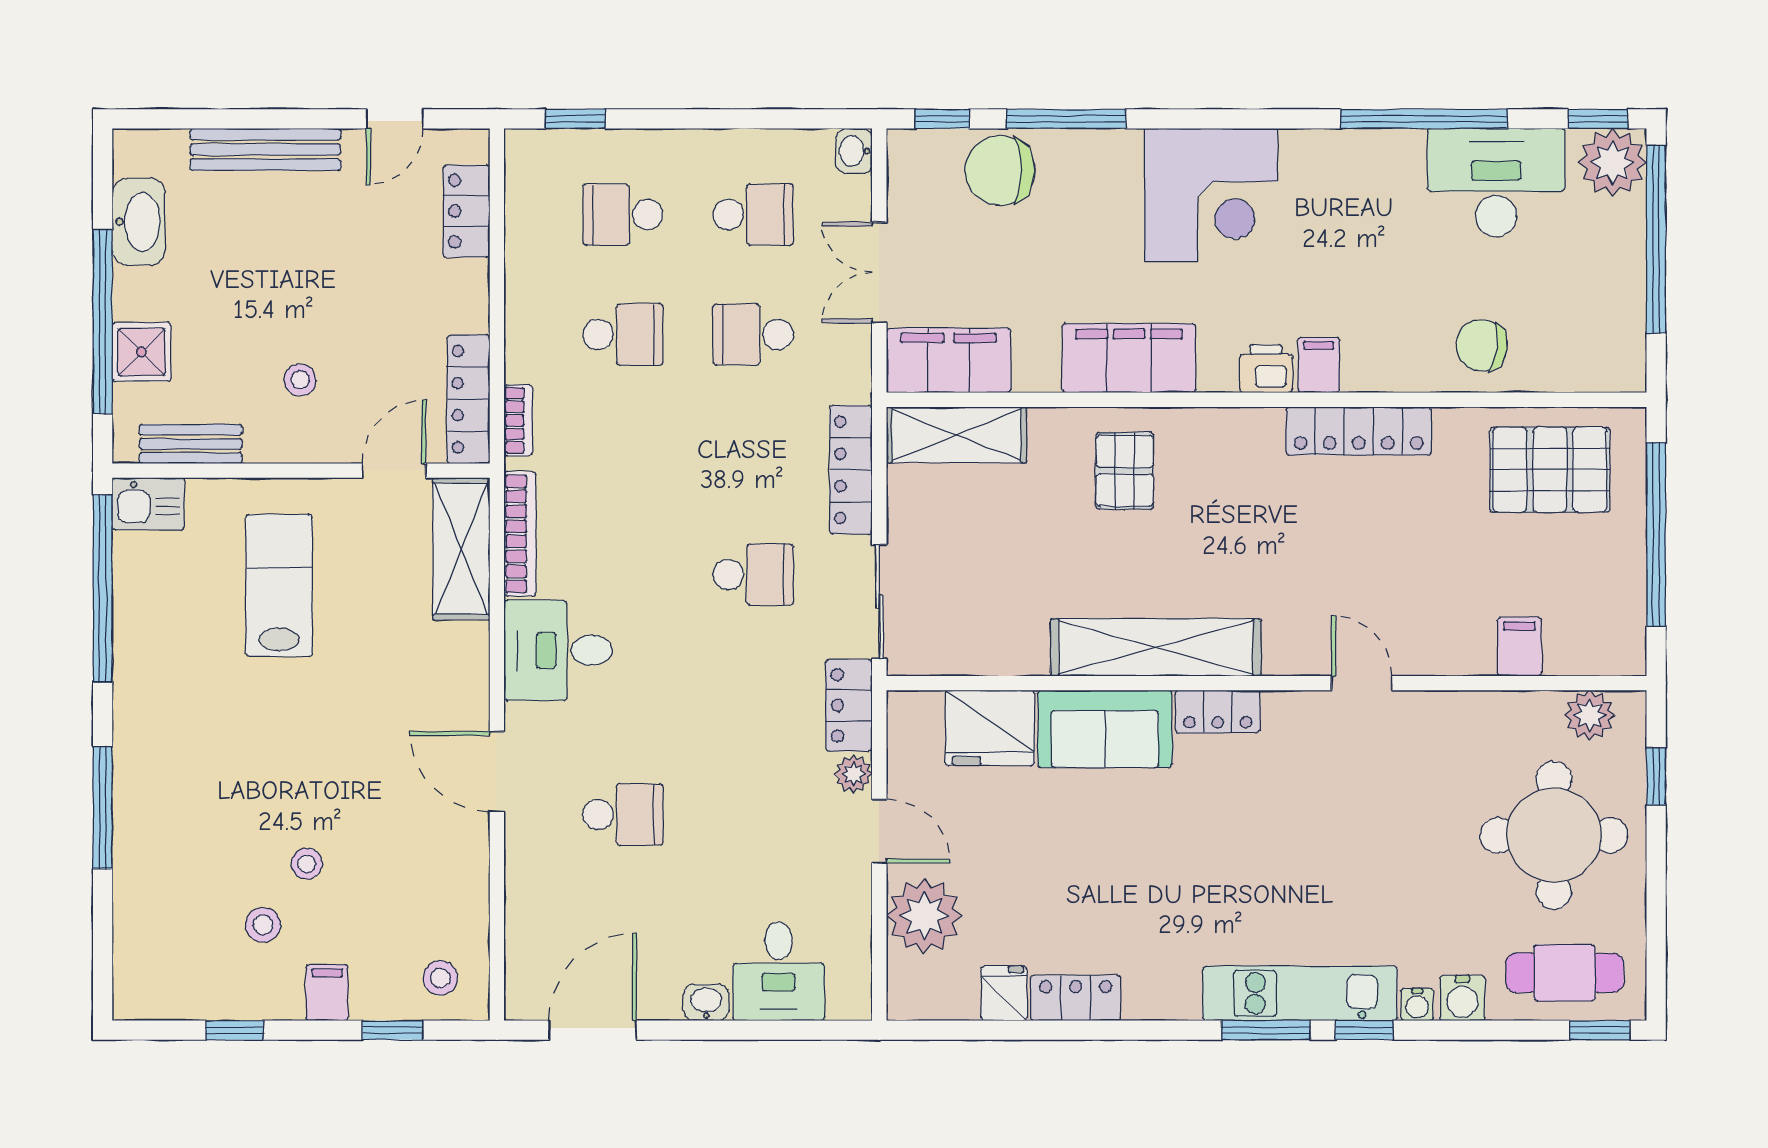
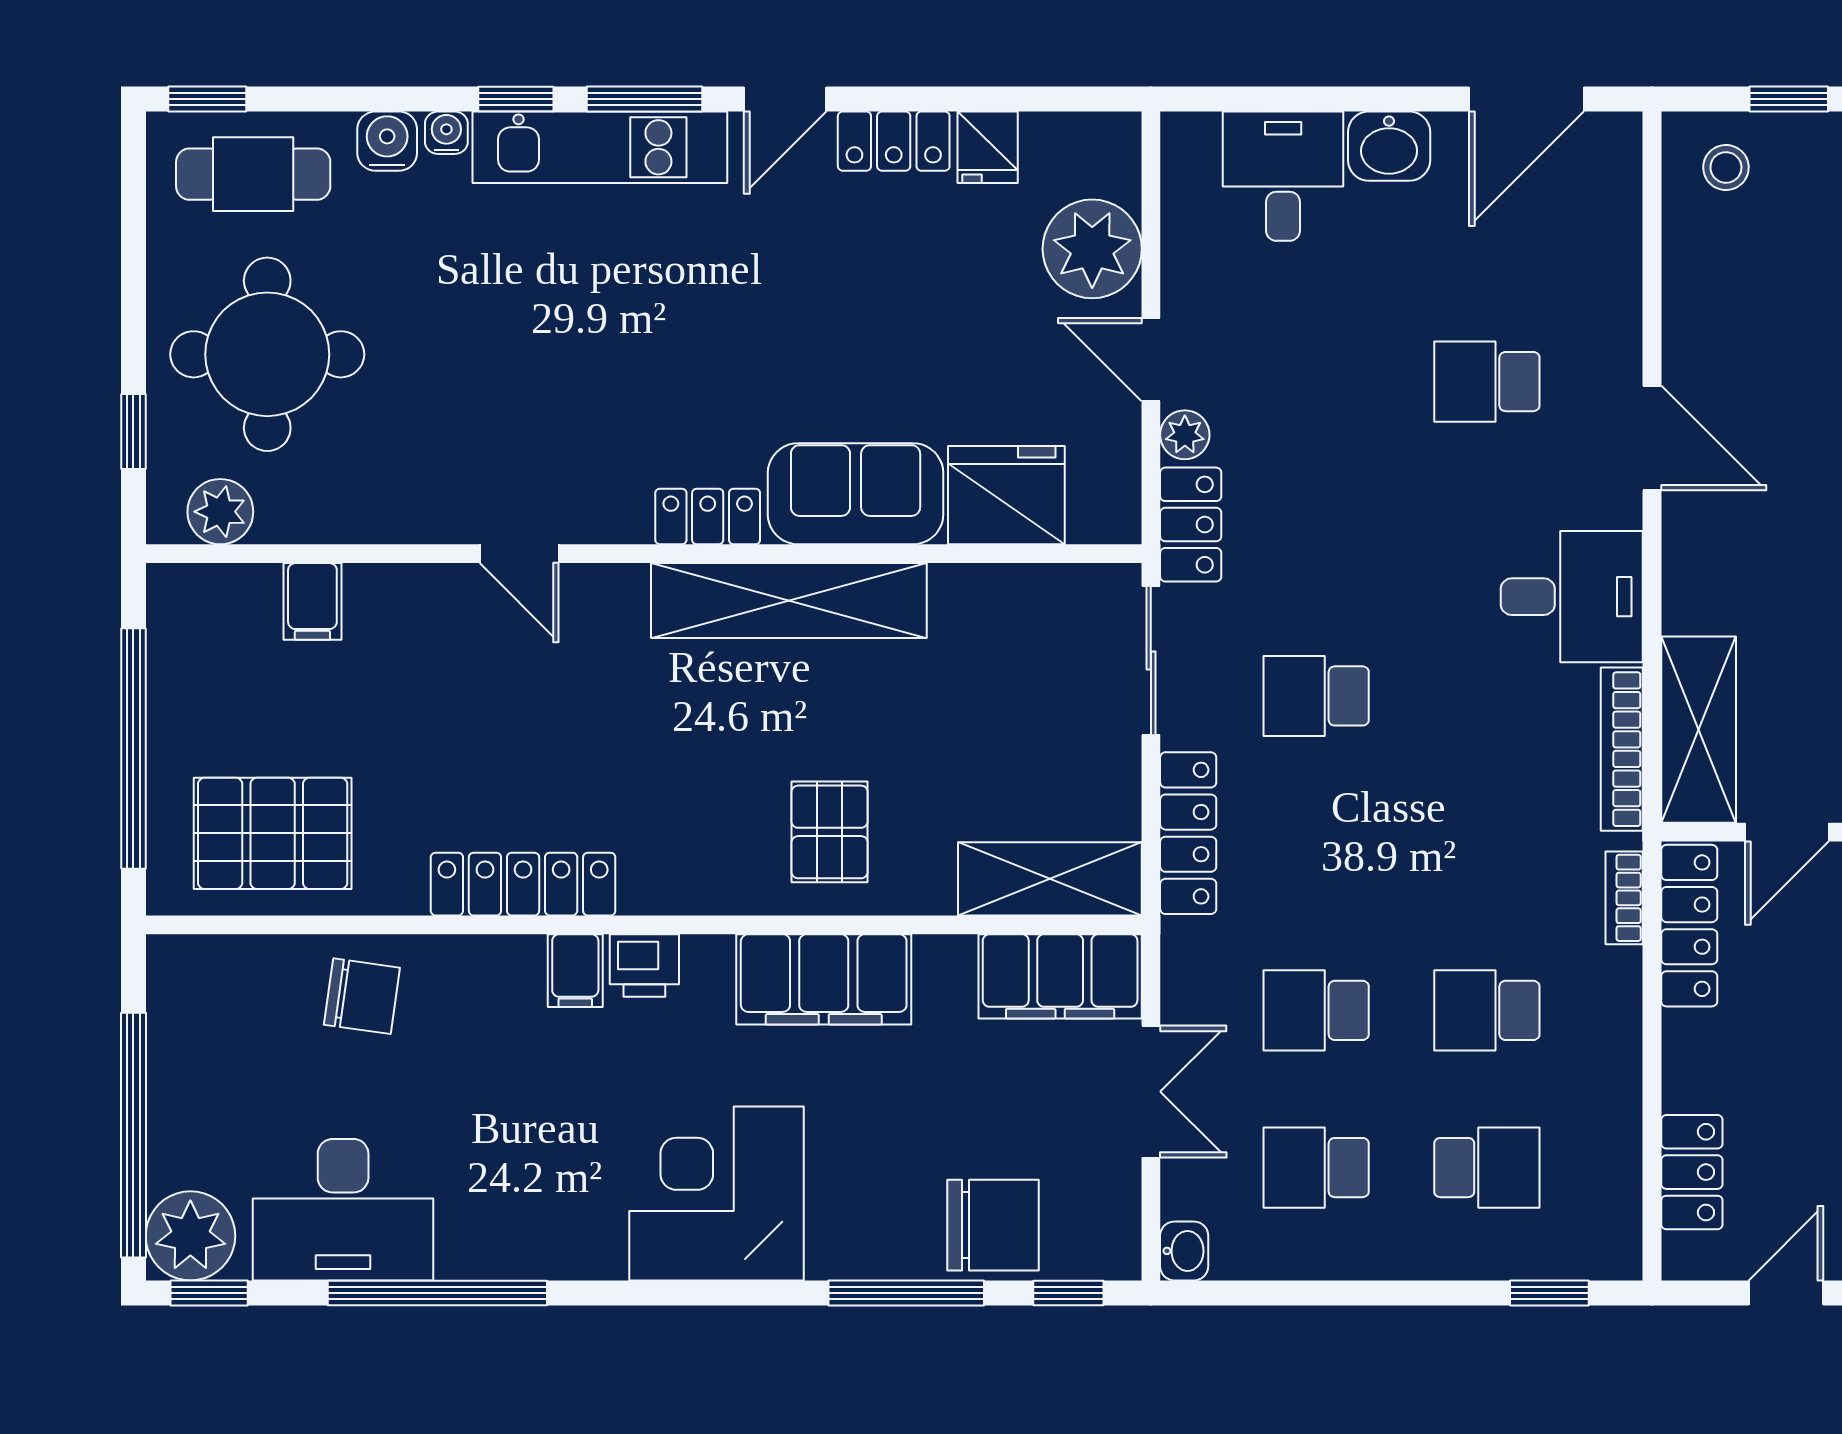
school desk: (753, 335) -> (1316, 1010), turned 180
washbasin: (706, 1002) -> (1389, 146), width x1.38, depth x1.45
door: (1158, 1030) -> (785, 99), added

